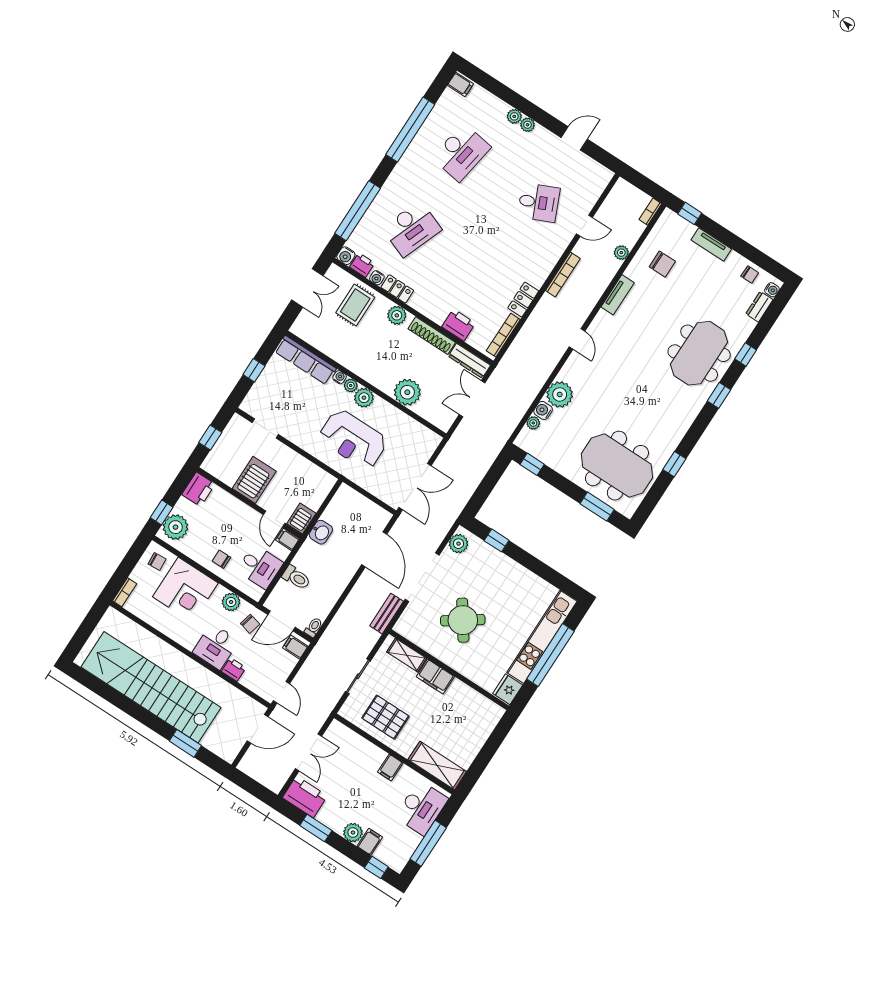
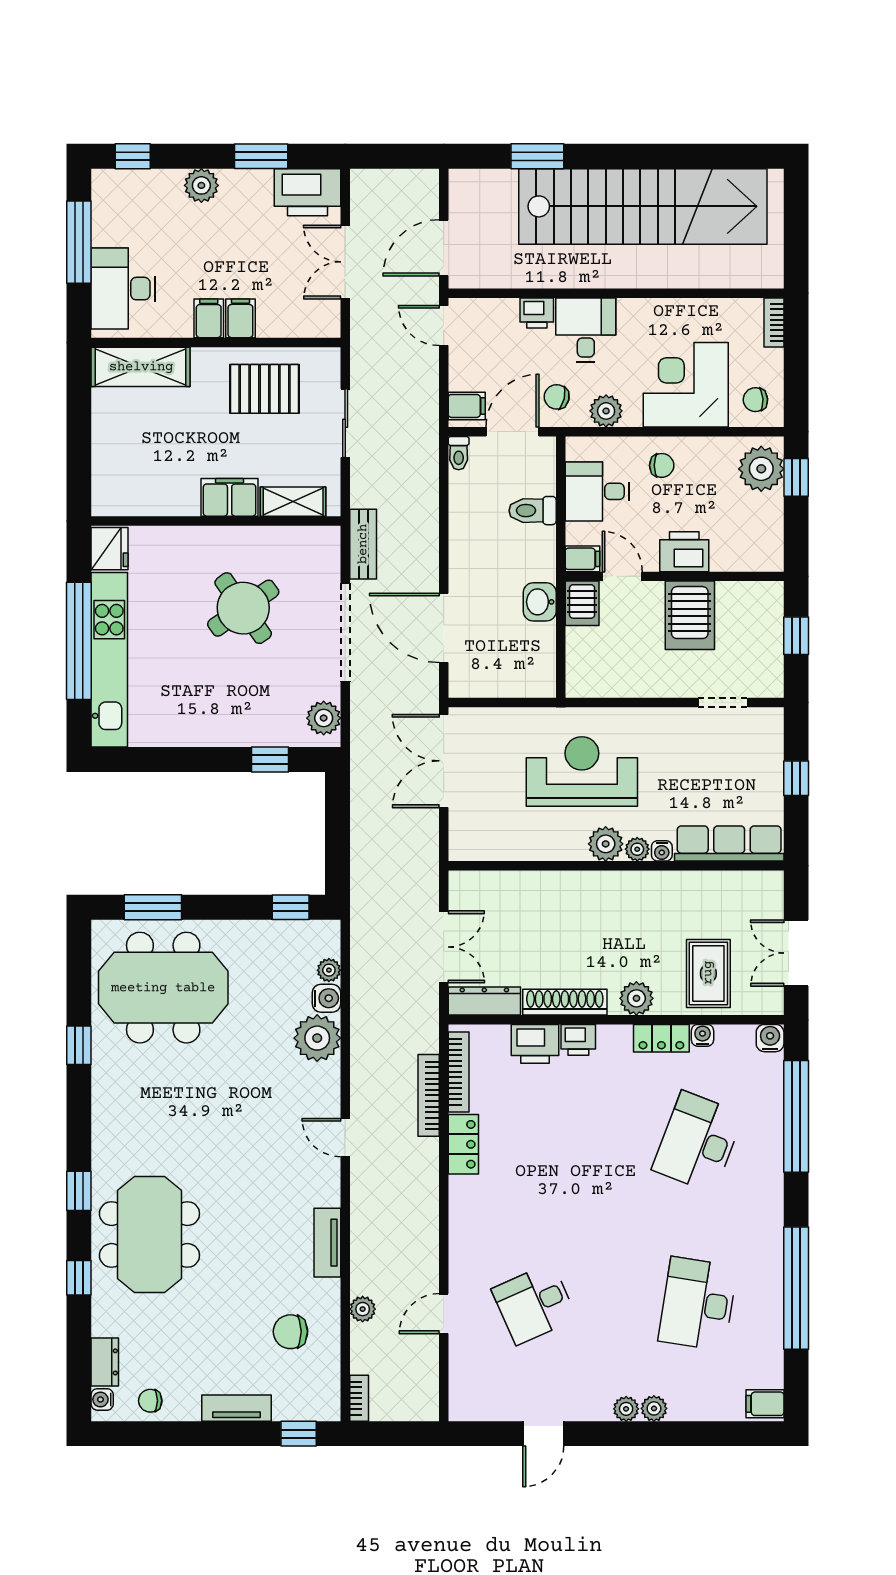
printer: (362, 265) -> (578, 1040), moved
bookcase: (563, 274) -> (429, 1095), moved
plant: (407, 392) -> (546, 894), removed
printer: (198, 489) -> (684, 552), moved, turned 90
filing cabinet: (370, 842) -> (240, 318), moved, turned 180

